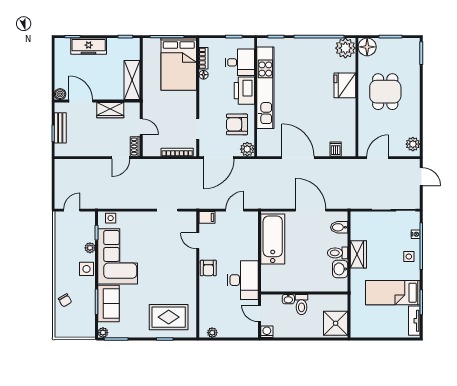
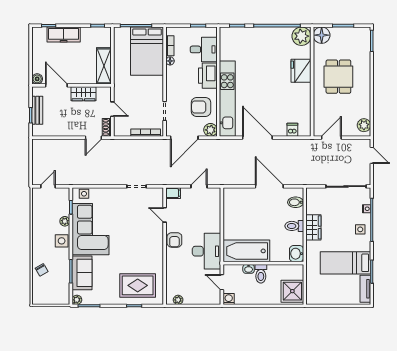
kitchen unit: (265, 88) -> (227, 99), moved
bathtub: (273, 239) -> (246, 251), moved, turned -90
washbasin: (340, 269) -> (297, 254), moved

